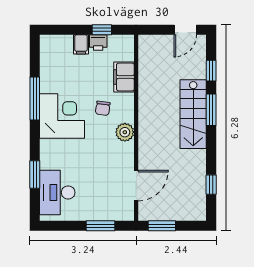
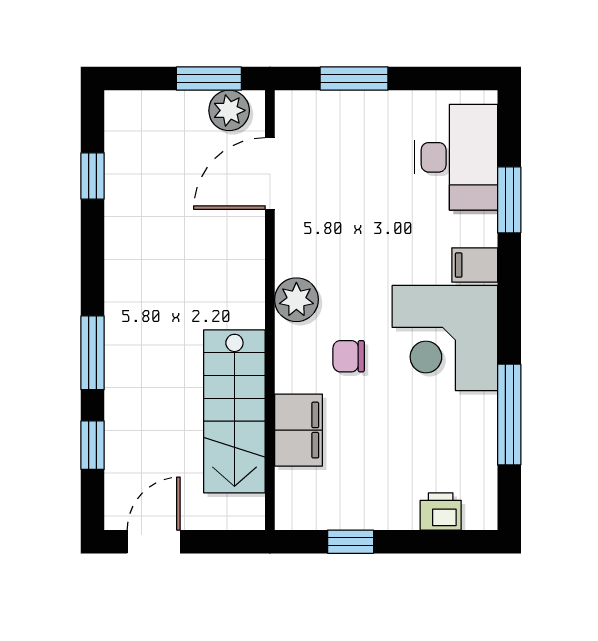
printer: (98, 43) -> (441, 511), moved
filing cabinet: (81, 44) -> (475, 265), moved, turned -90
window: (35, 98) -> (509, 415), moved
chair: (103, 108) -> (349, 356), turned -98
stairs: (193, 114) -> (234, 411), moved, turned 180
plant: (153, 212) -> (229, 110), added

